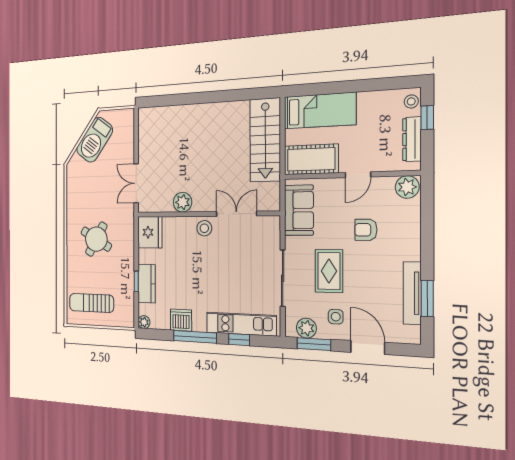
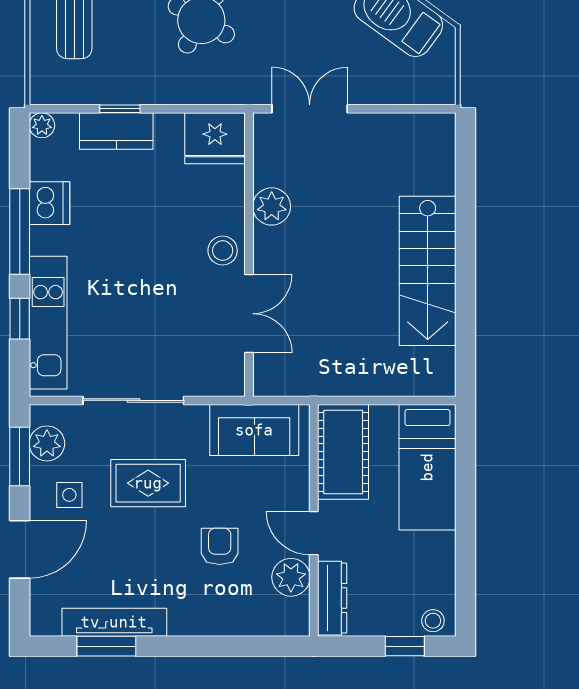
dresser: (412, 139) -> (332, 598), moved, turned 90
stairs: (265, 140) -> (428, 271), moved, turned -90
plant: (407, 187) -> (291, 577), moved

